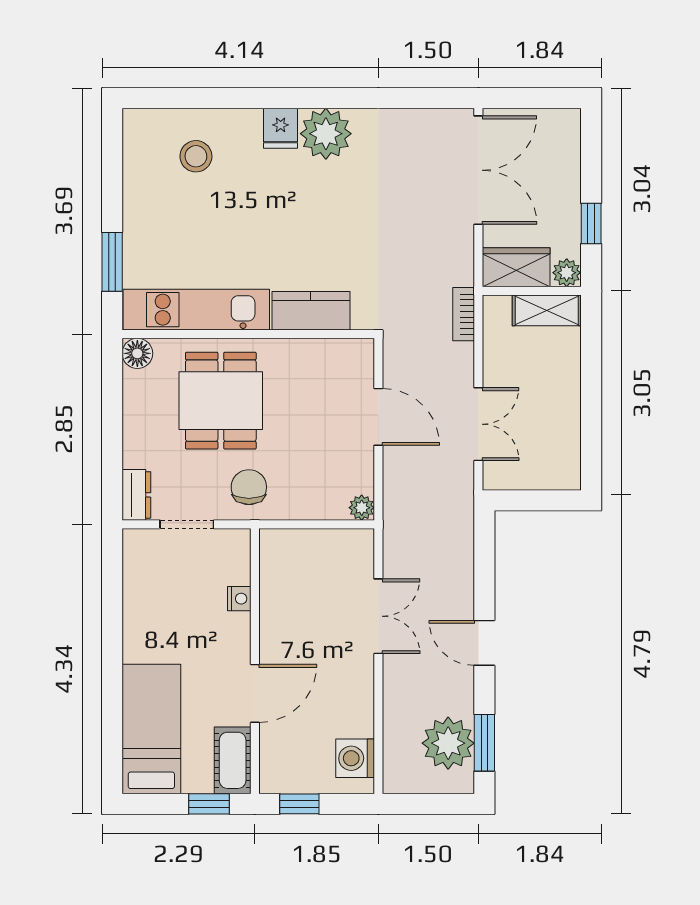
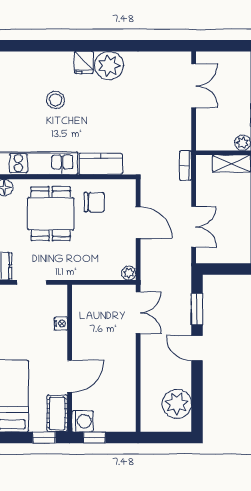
stool: (196, 156) -> (56, 100), moved
double door: (478, 170) -> (194, 86), width x0.73
wardrobe: (516, 267) -> (215, 140), removed
chair: (249, 487) -> (94, 202), moved, turned 90
double door: (378, 616) -> (138, 313), moved
window: (484, 743) -> (197, 309), moved
washing machine: (355, 758) -> (83, 421), moved, turned 180

